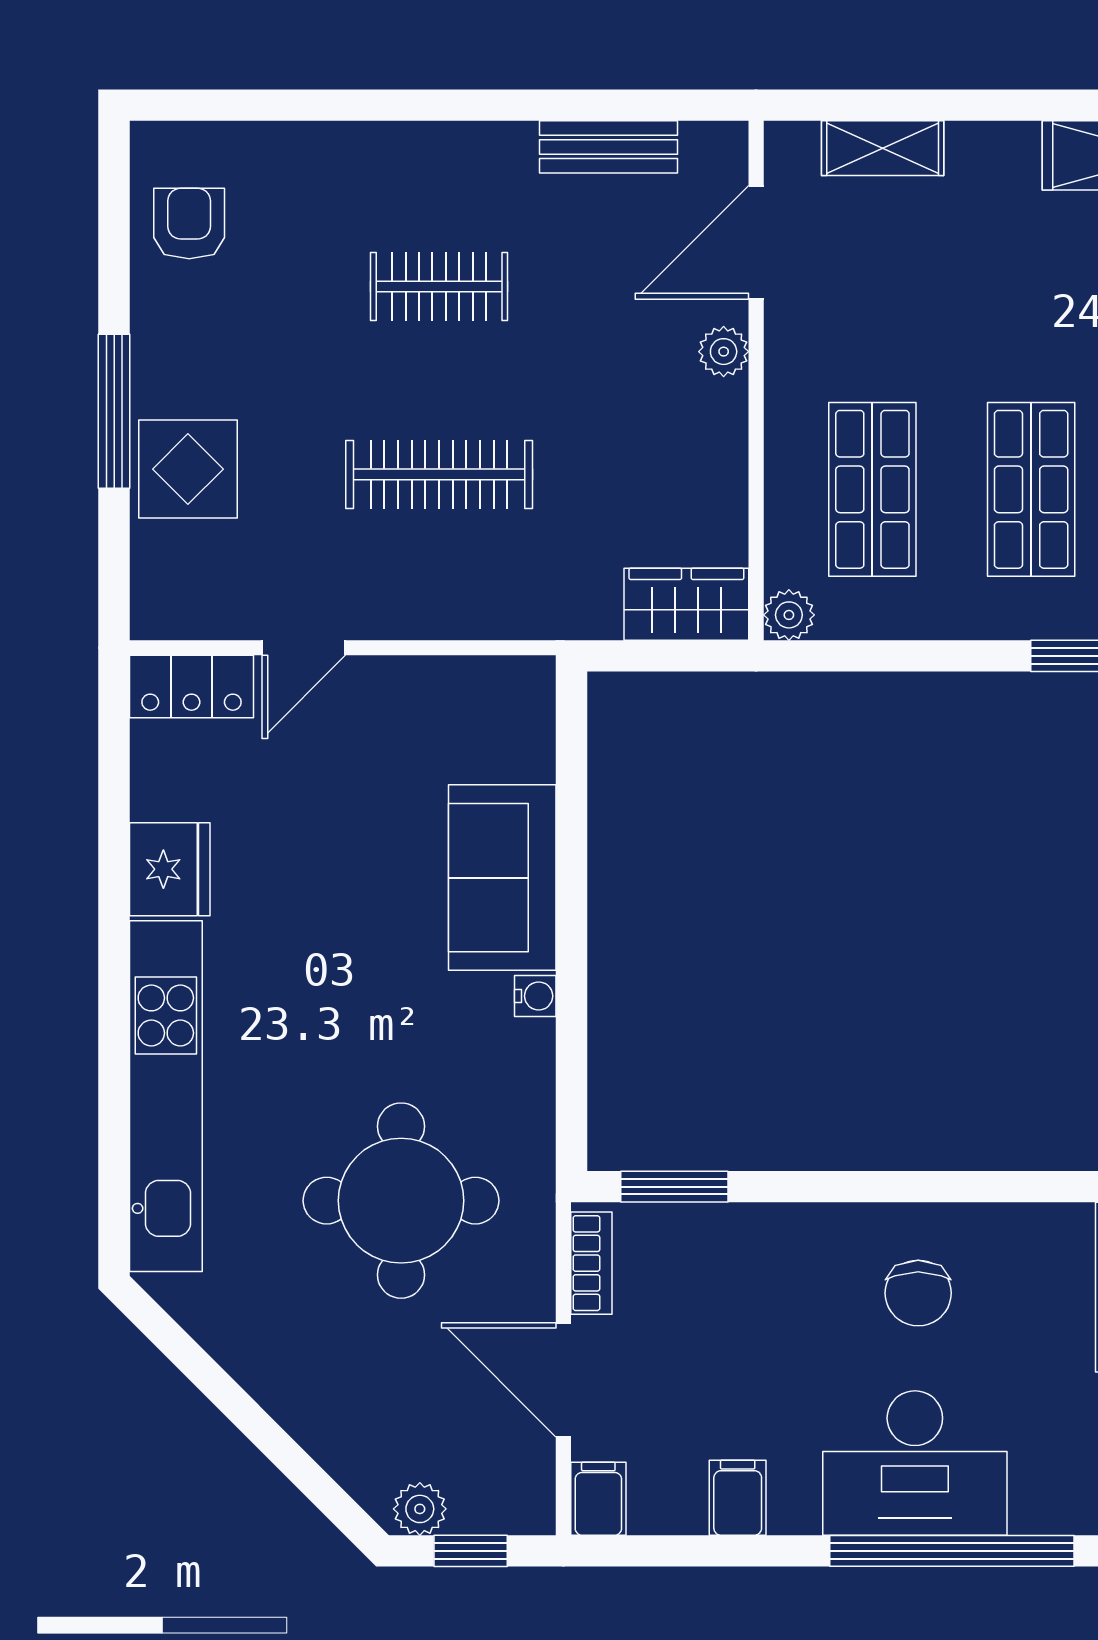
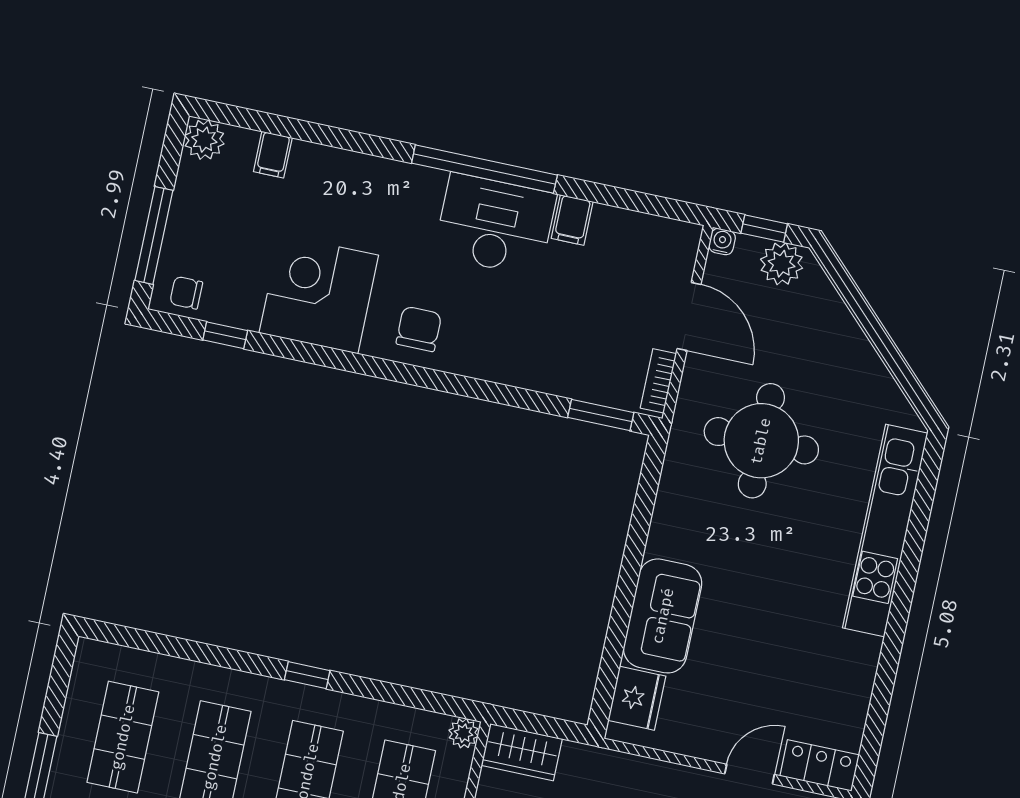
fridge: (170, 869) -> (637, 698), moved, turned 180
water cooler: (535, 996) -> (722, 242), moved, turned 90
chair: (918, 1293) -> (419, 329), moved
filing cabinet: (738, 1498) -> (572, 220), moved
filing cabinet: (598, 1499) -> (683, 243), removed
plant: (420, 1509) -> (782, 264), width x1.38, depth x1.38

